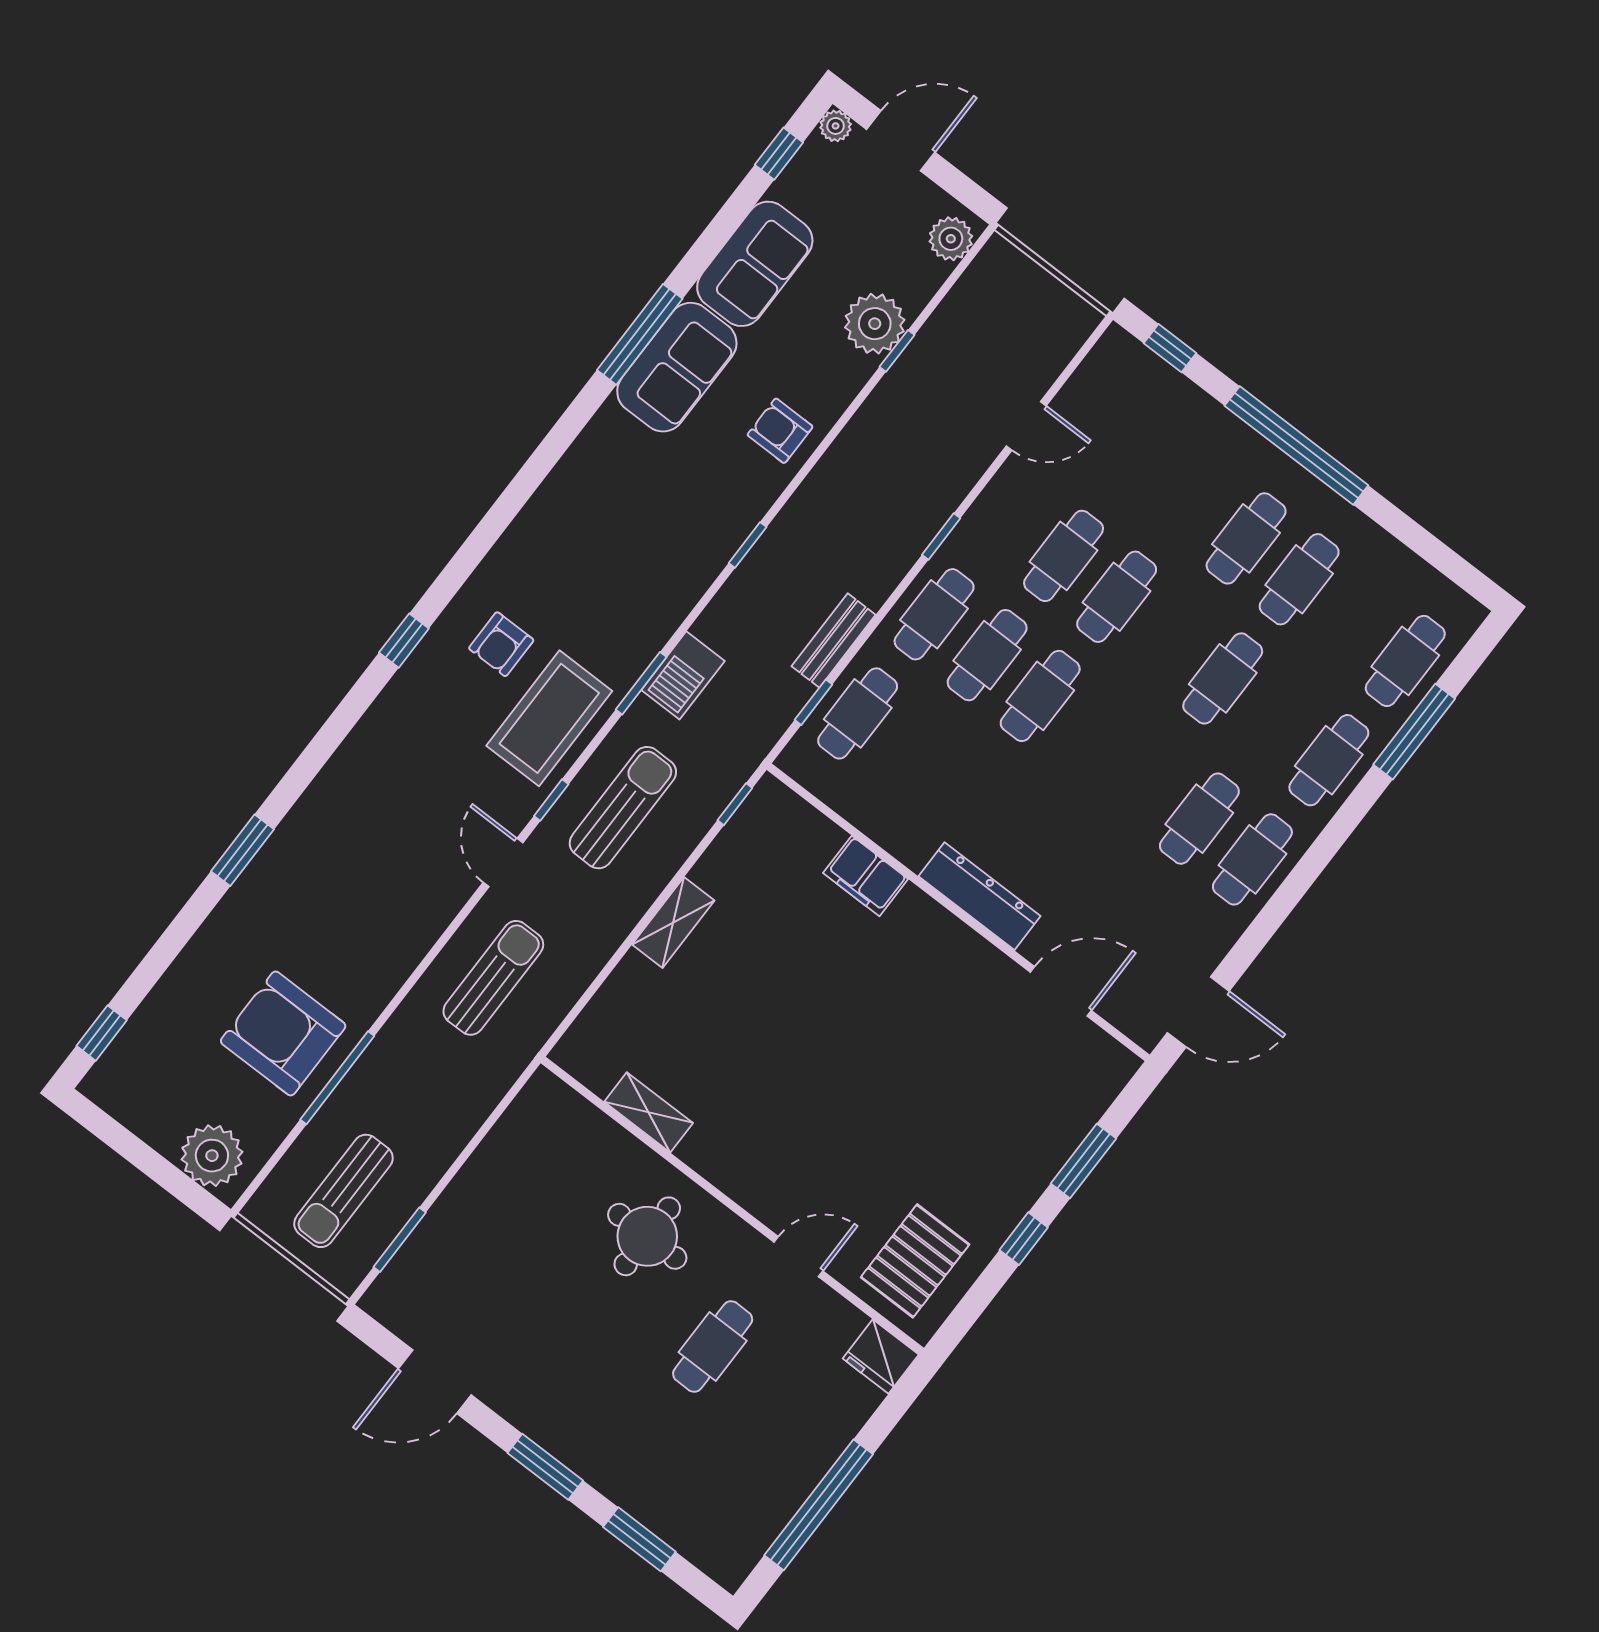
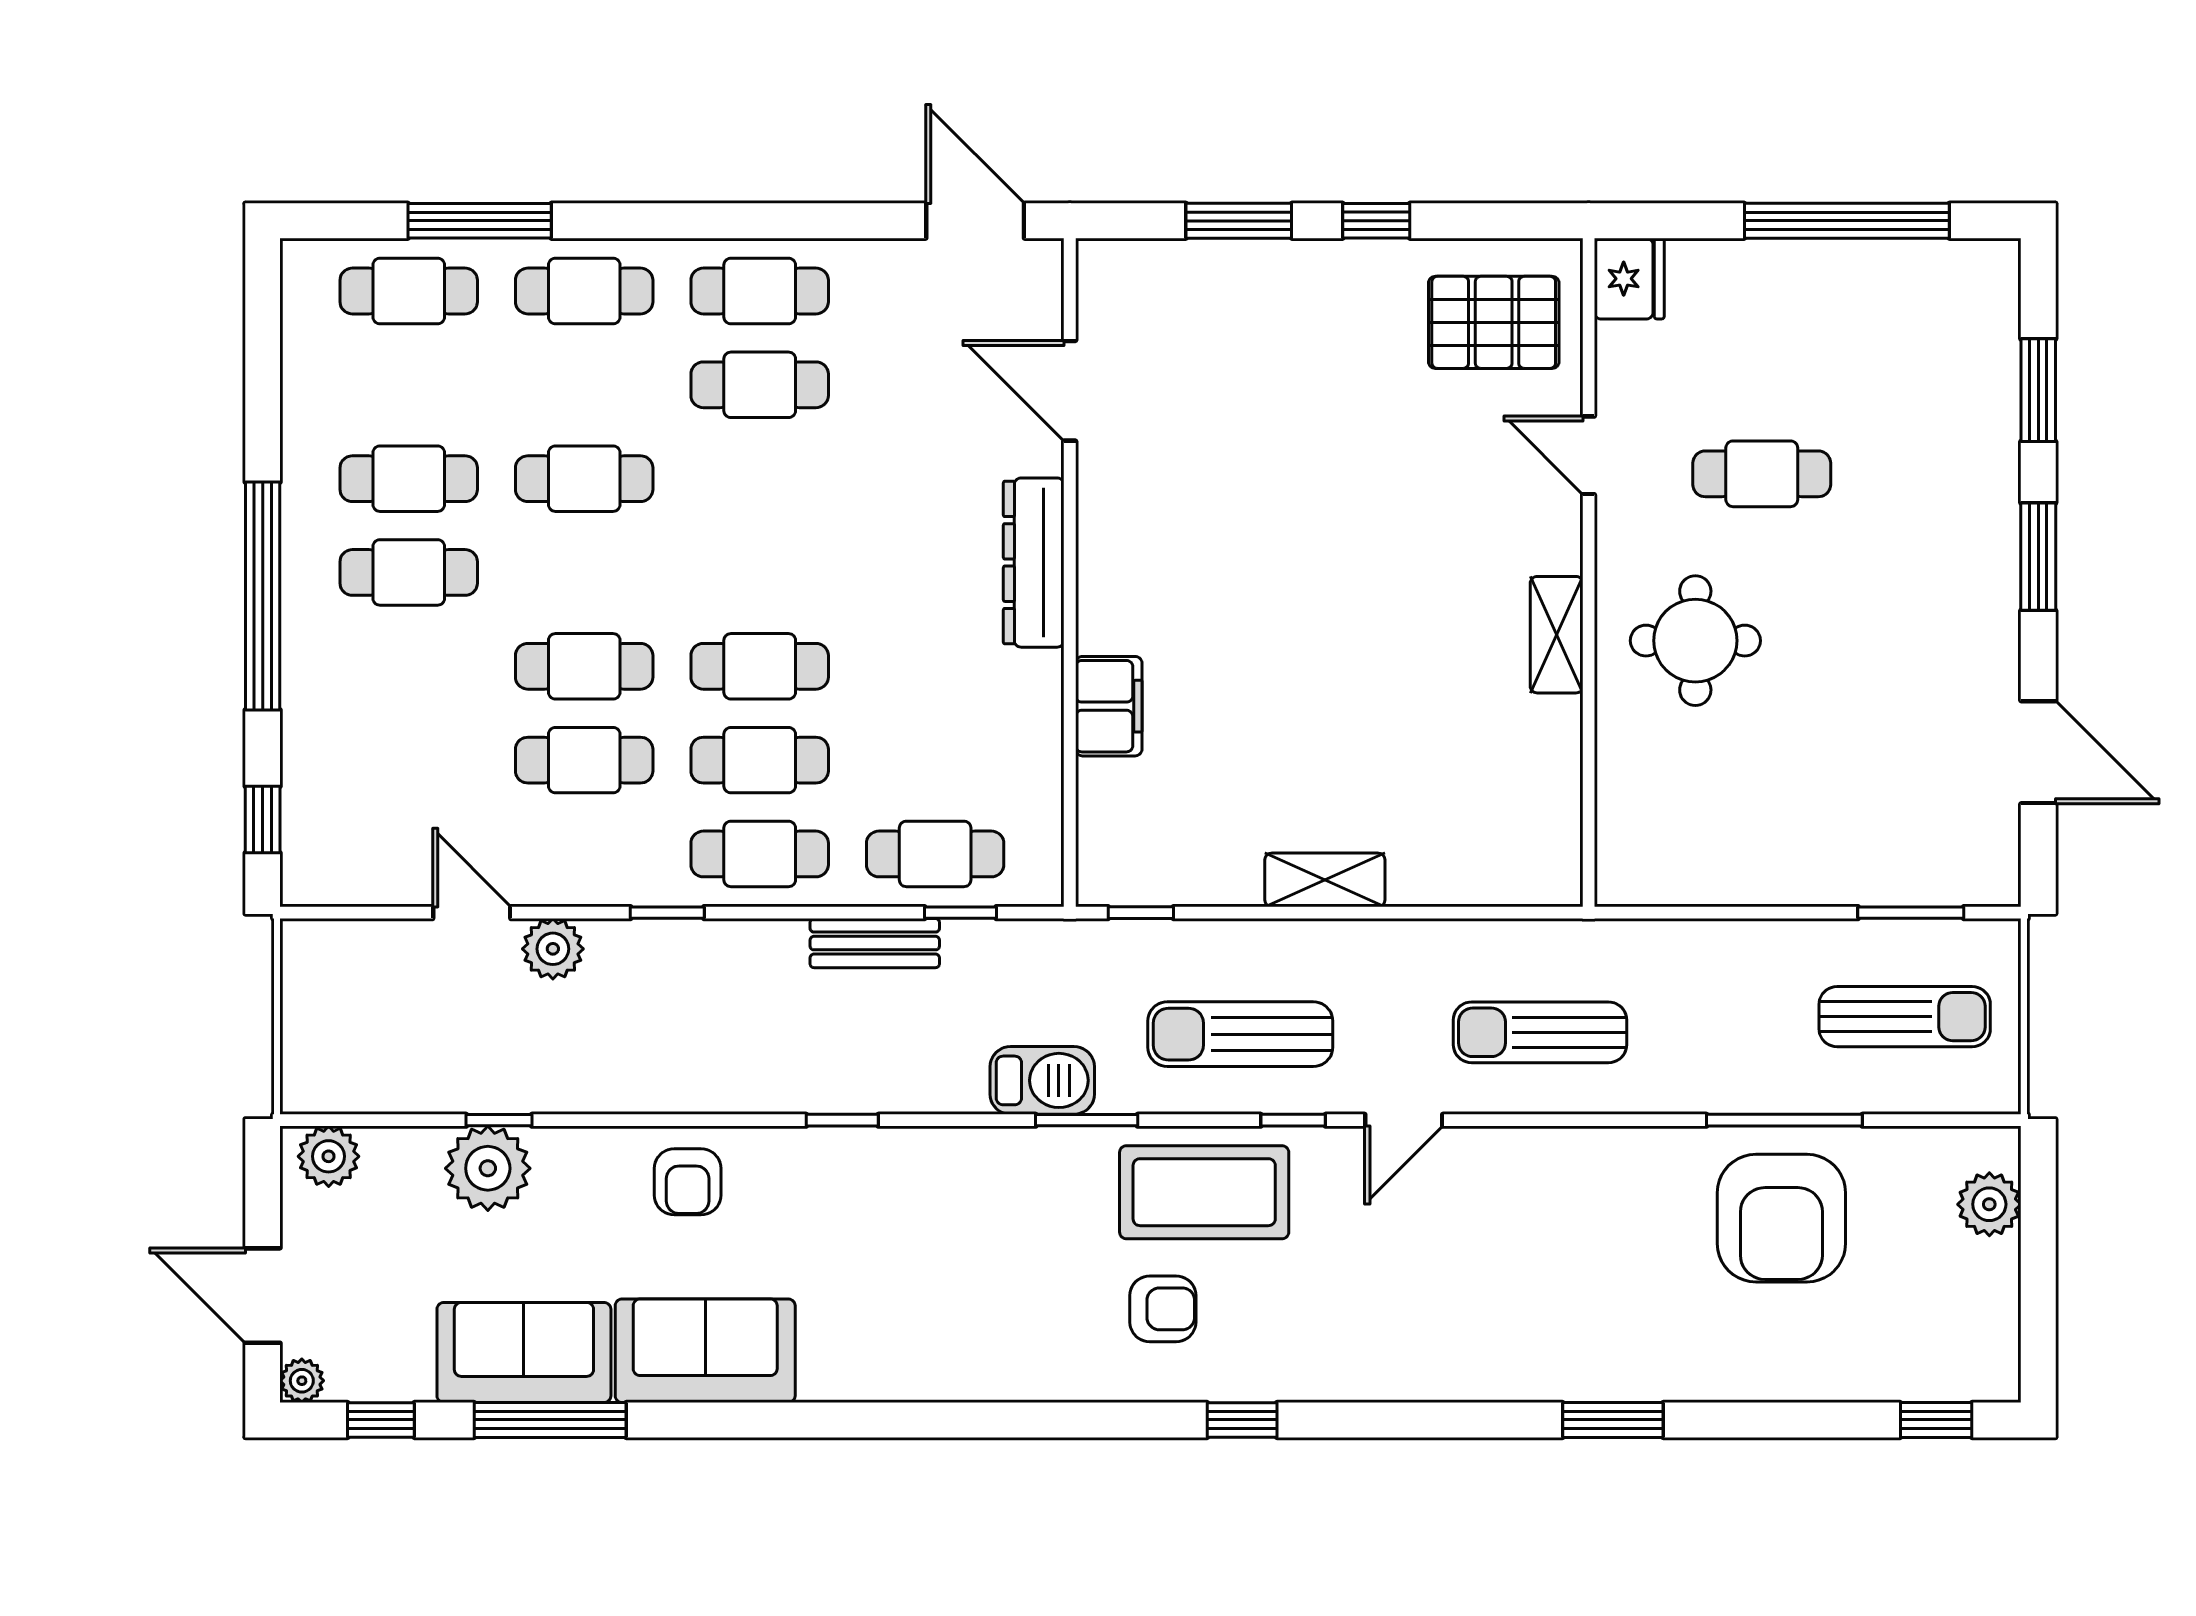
window: (640, 334) -> (550, 1420), moved
plant: (970, 456) -> (553, 949), added
shelving: (649, 1112) -> (1557, 635), moved
plant: (212, 1156) -> (1989, 1204), width x0.73, depth x0.73

